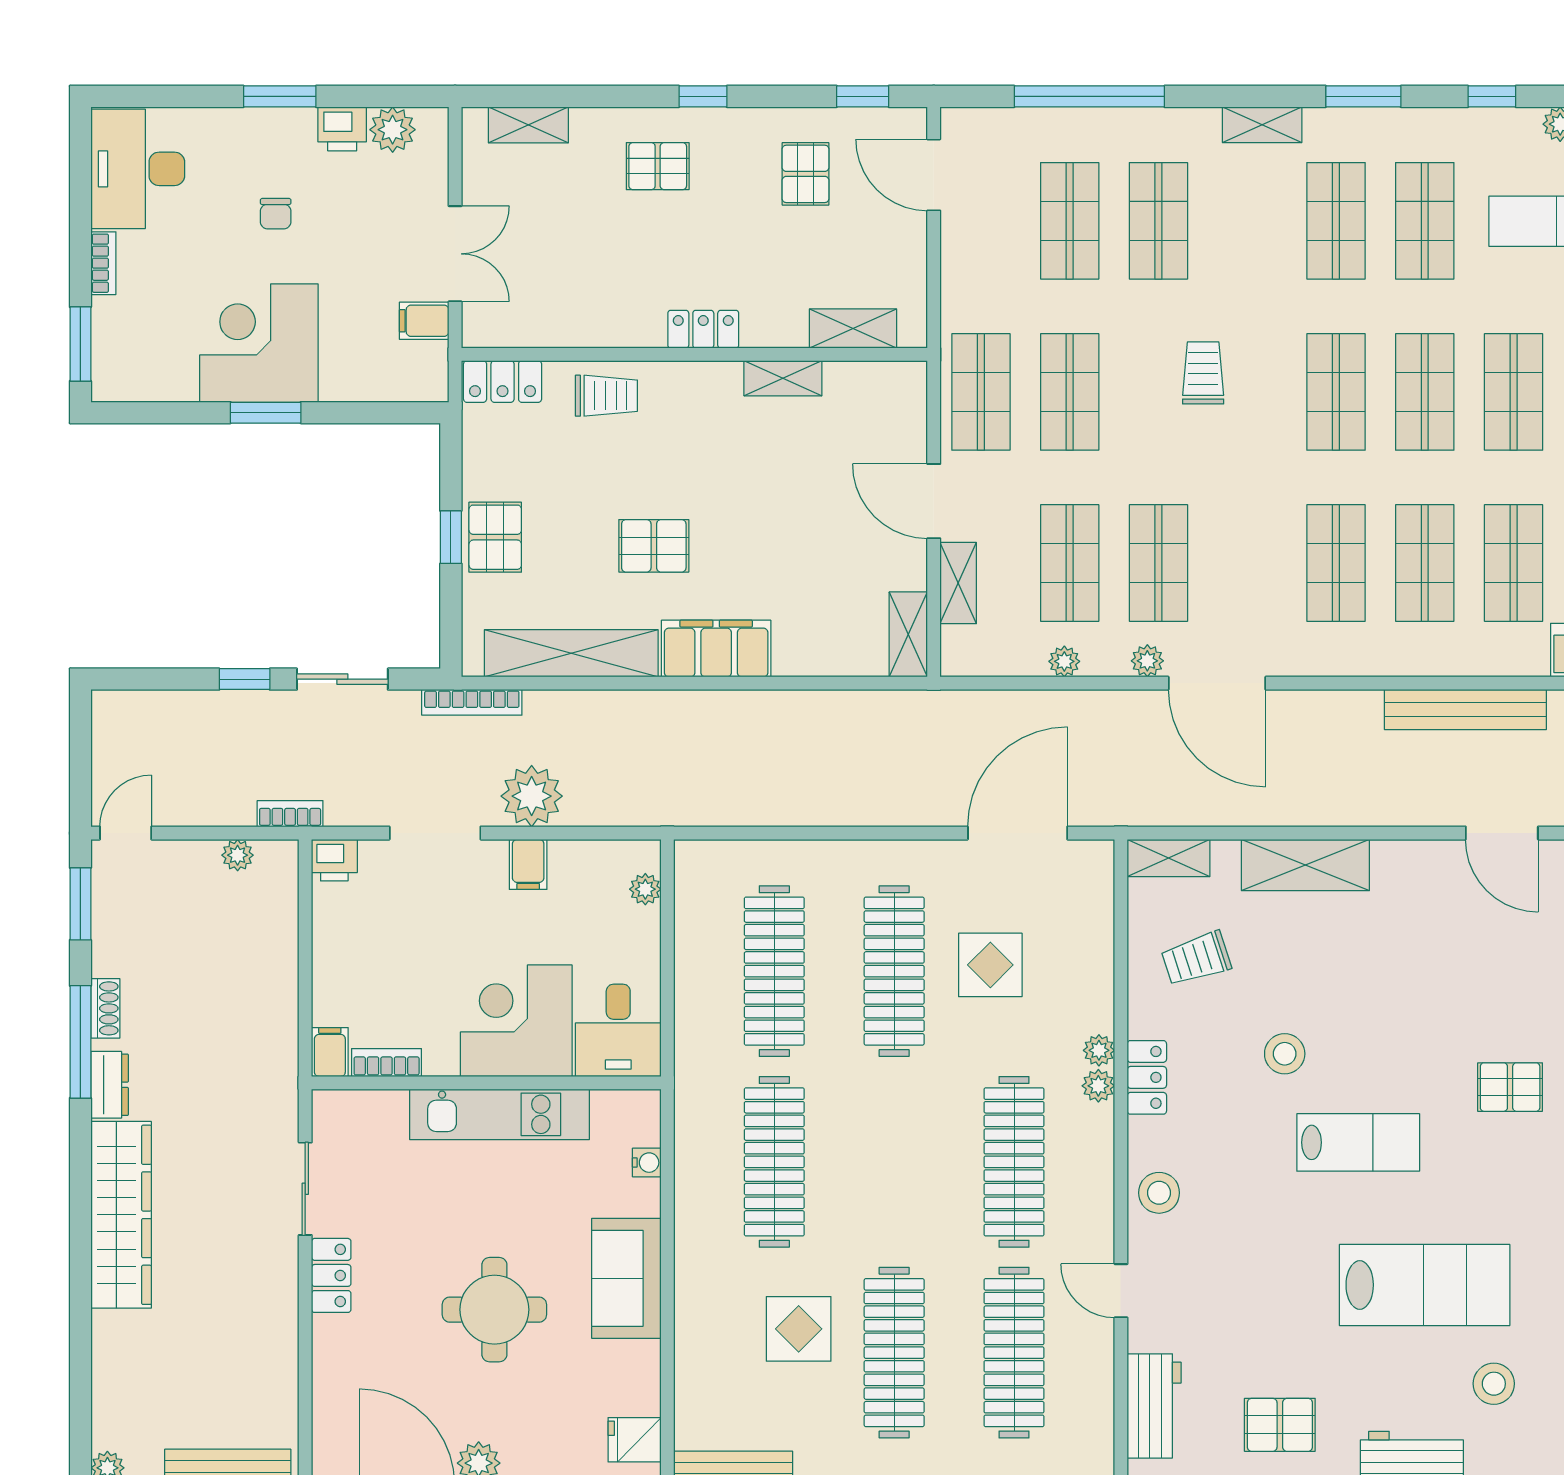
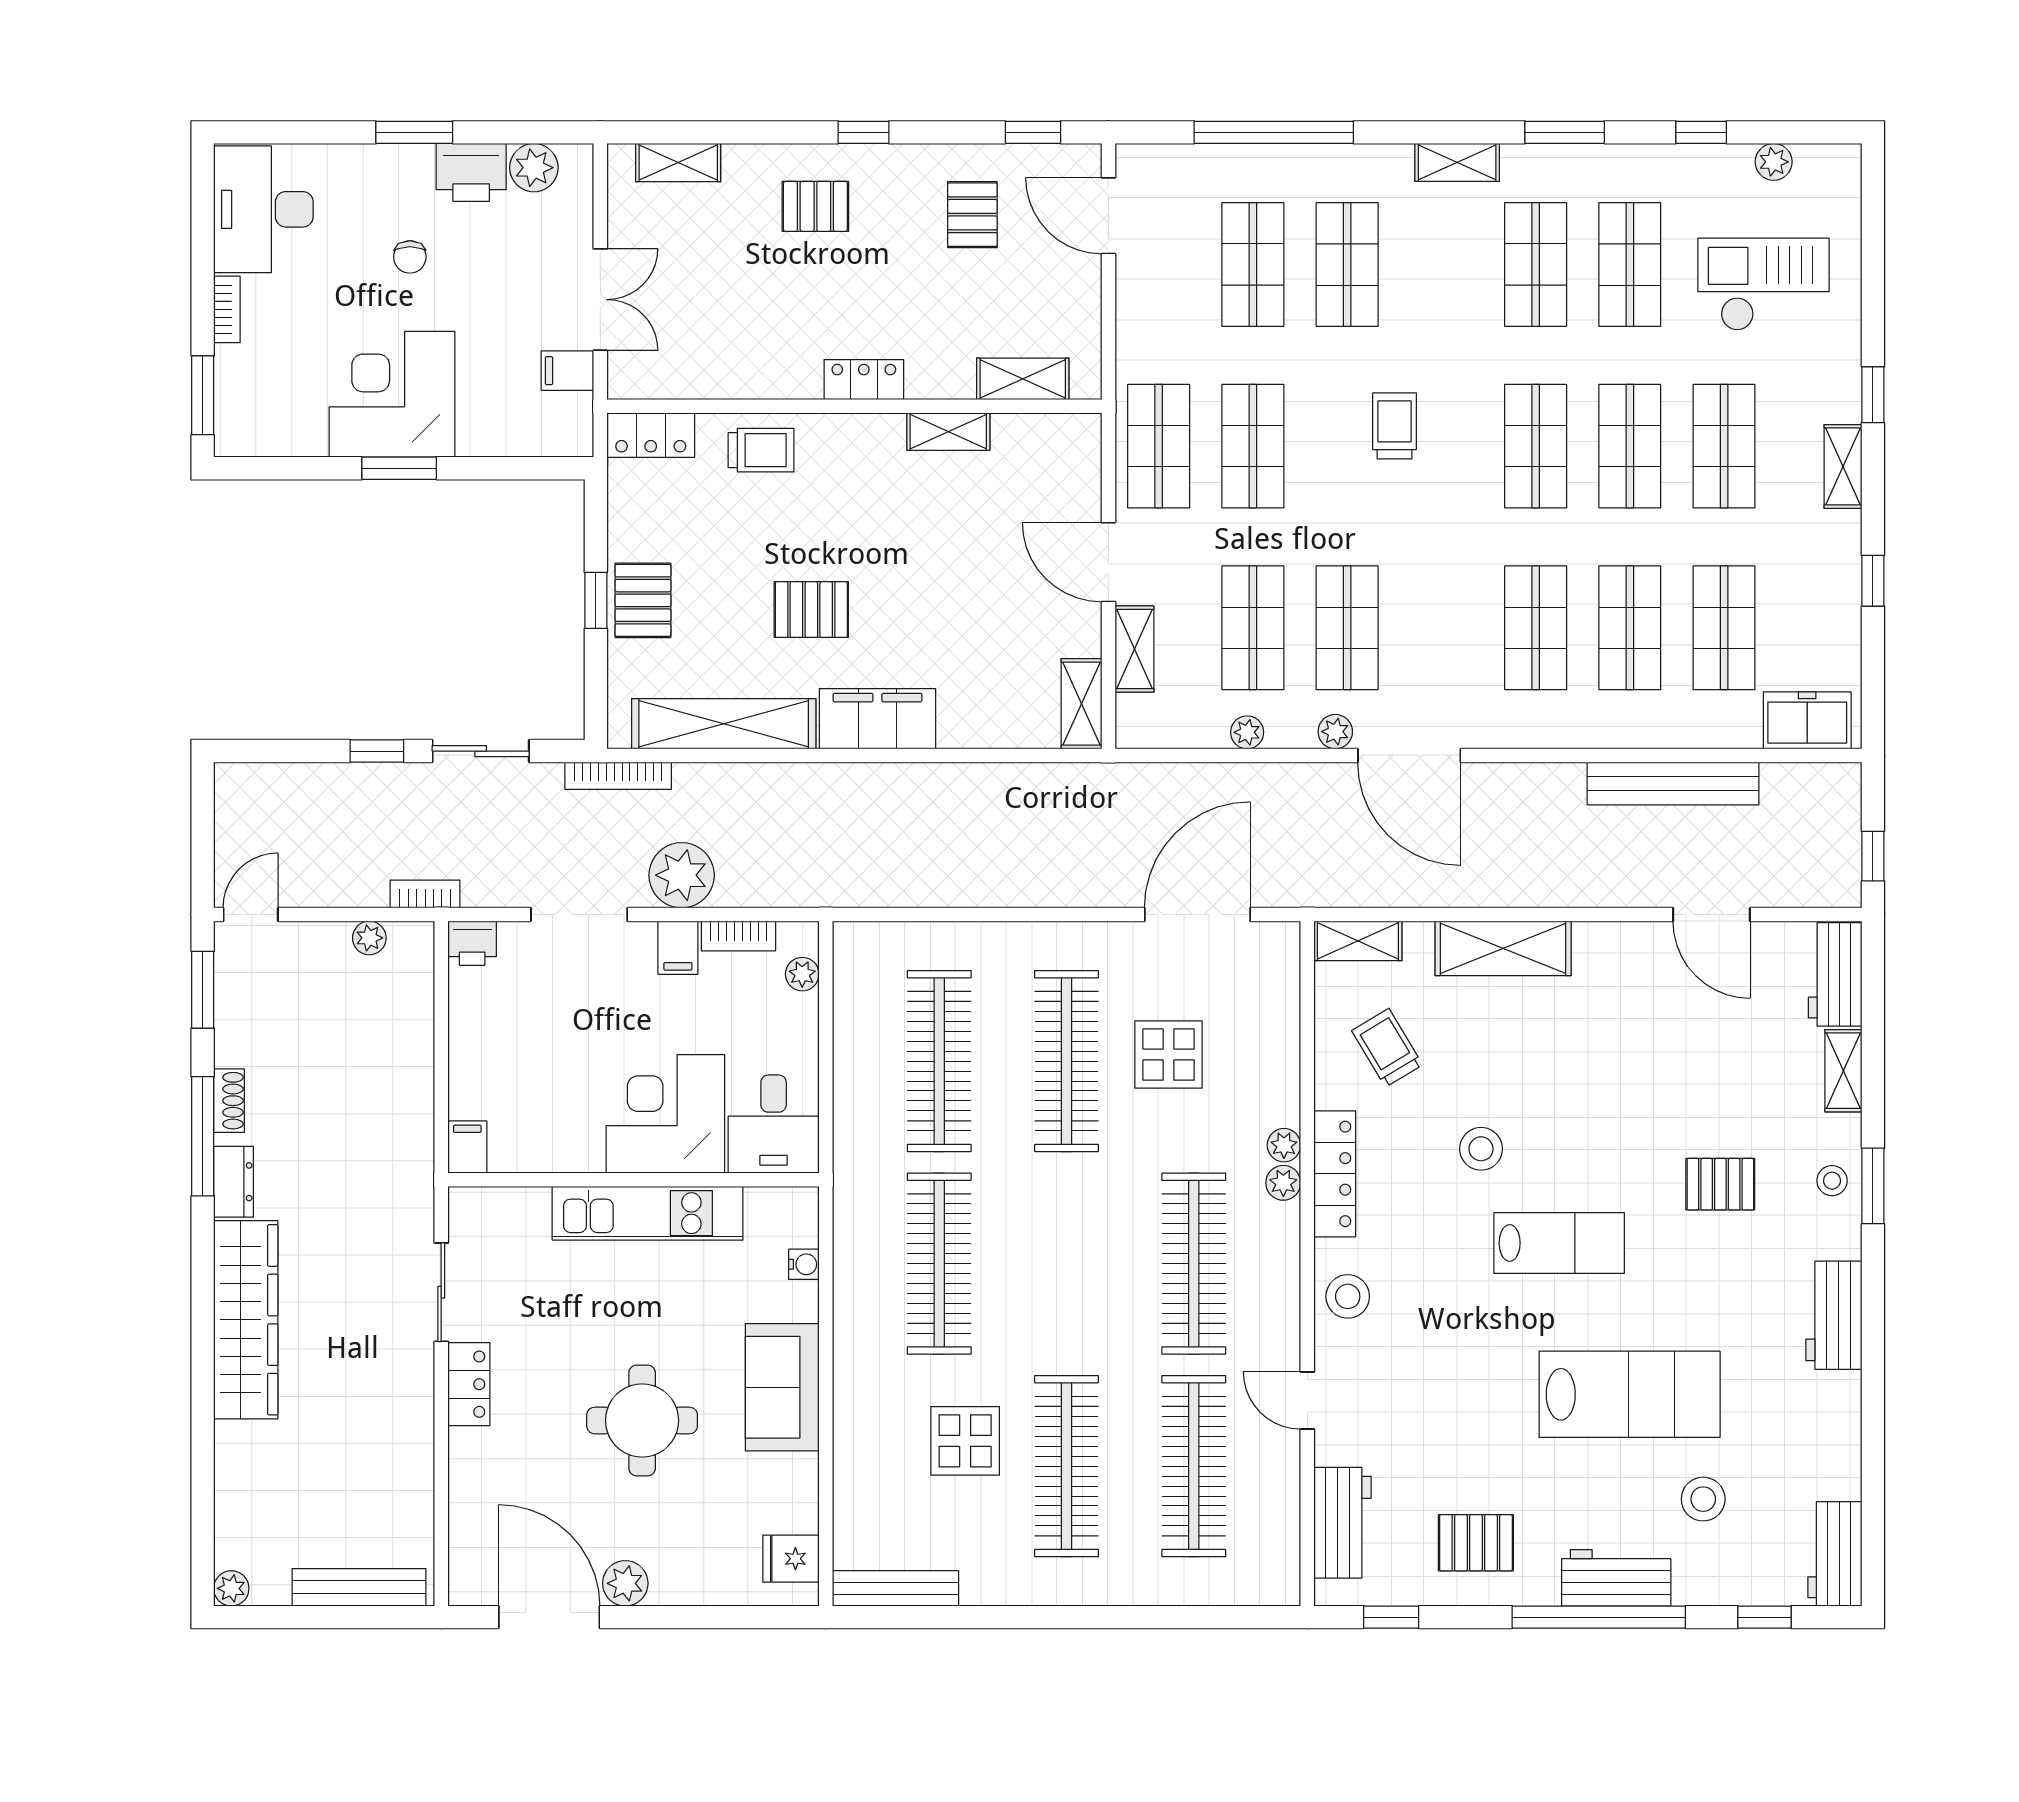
printer: (342, 129) -> (471, 172), width x1.36, depth x1.24
trolley: (1196, 959) -> (1387, 1048), turned 77
bookcase: (387, 1063) -> (738, 936), moved, turned 180
locker: (1147, 1077) -> (1335, 1174), width x1.53

